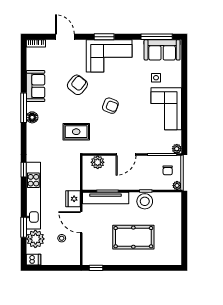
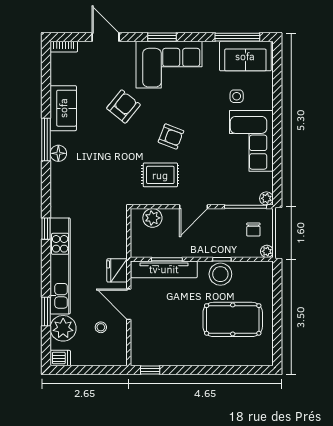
rug: (76, 132) -> (160, 175), moved
pool table: (133, 237) -> (233, 319), moved

